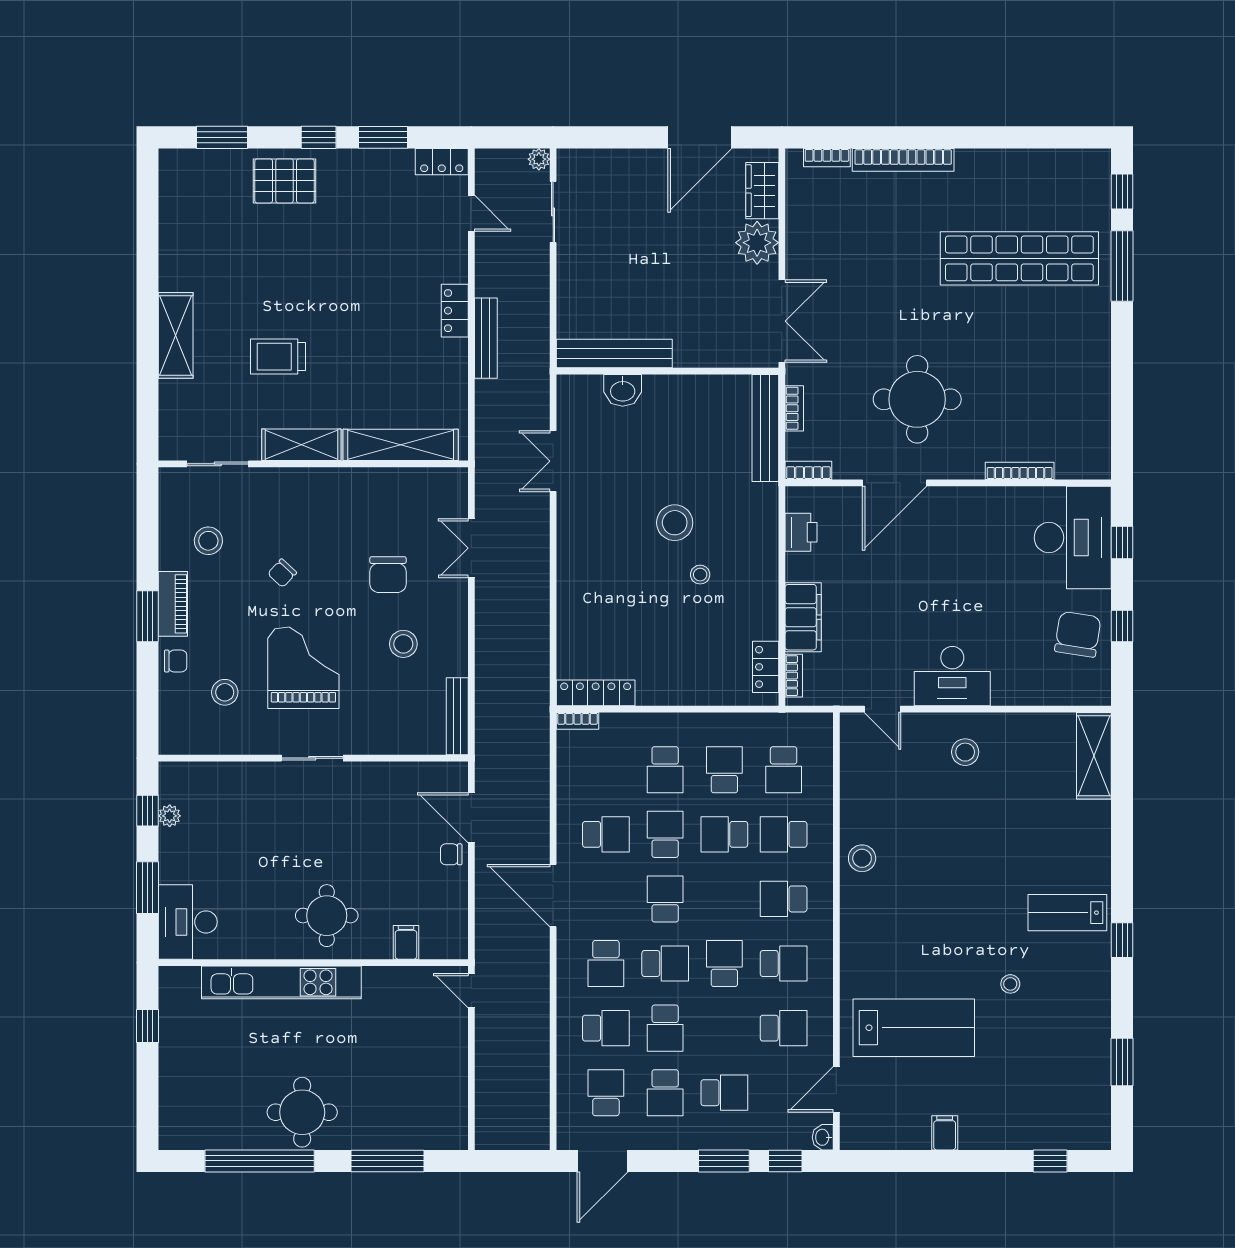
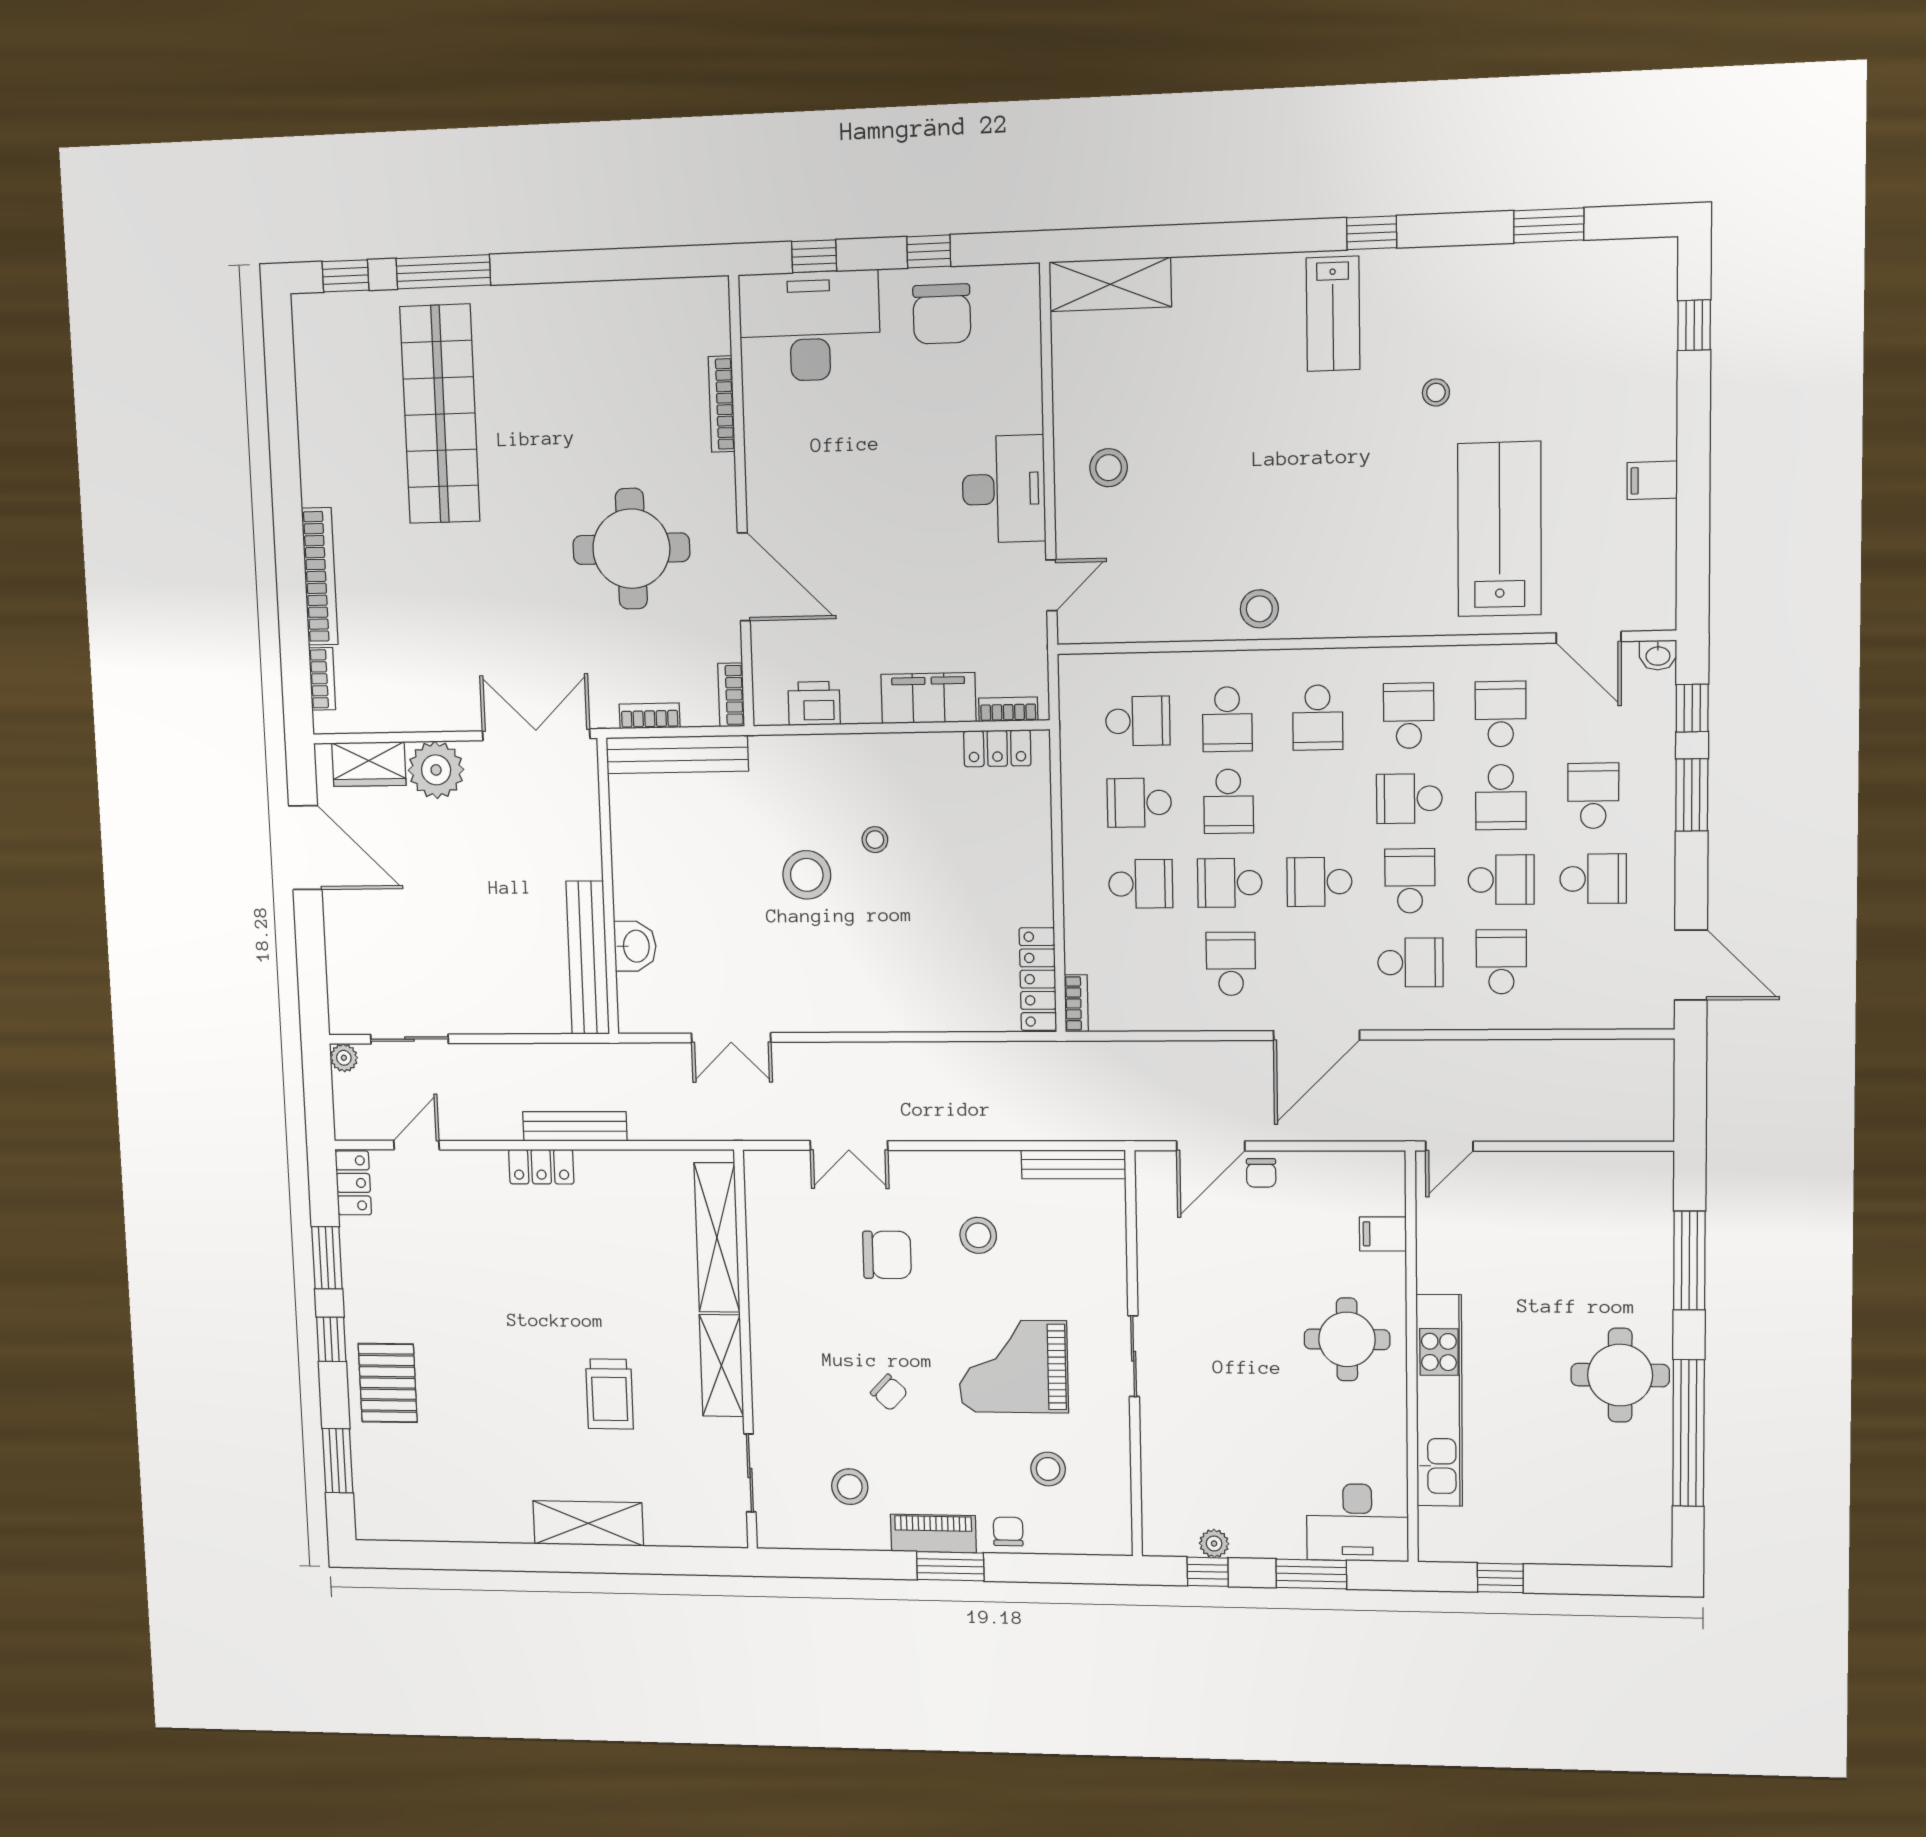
chair: (1078, 634) -> (942, 314), turned -99
school desk: (606, 1093) -> (1501, 797), moved, turned -90

